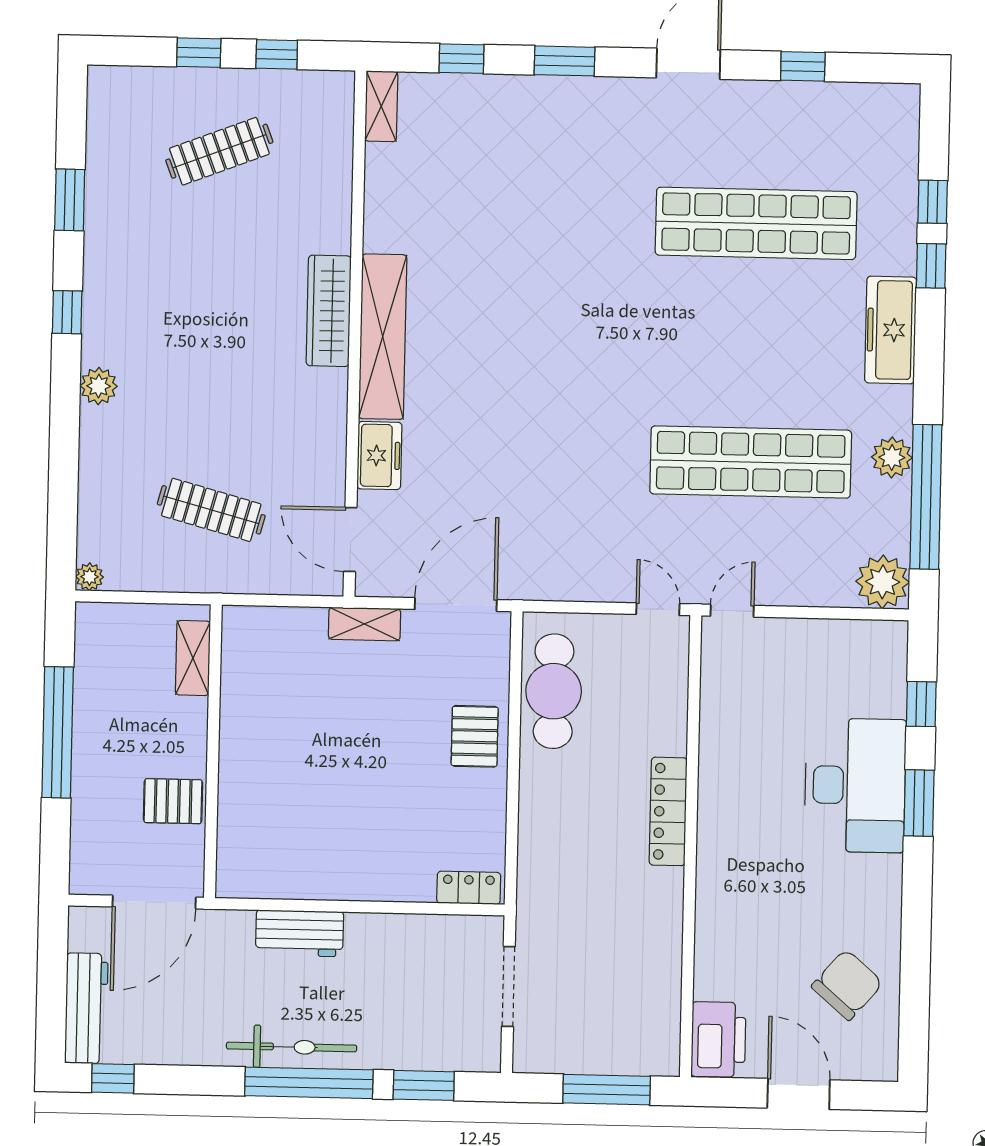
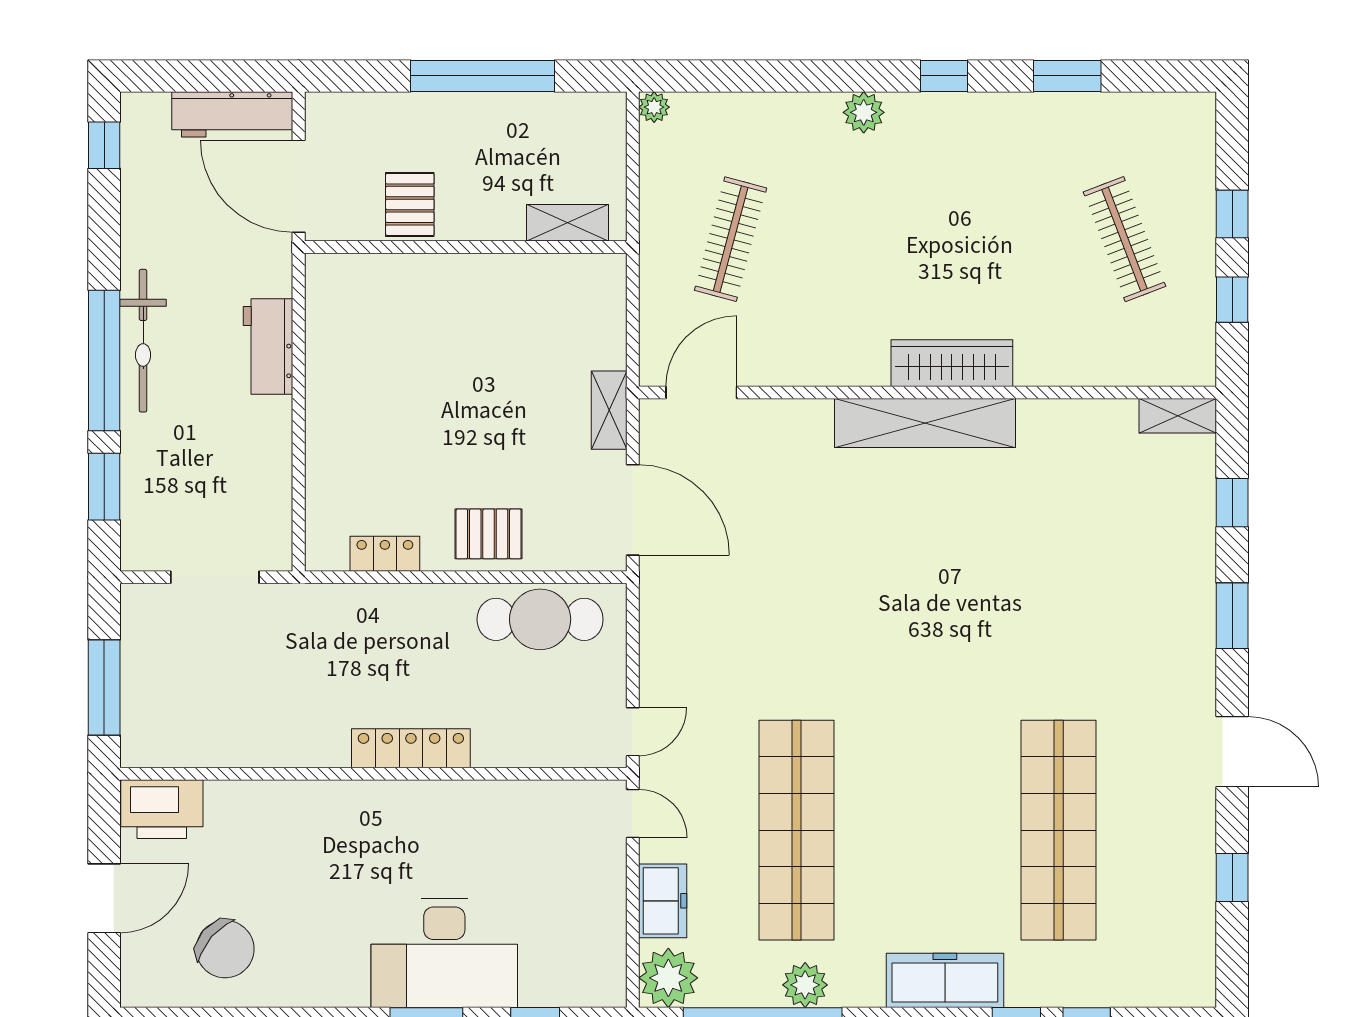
freezer: (379, 456) -> (663, 901), moved, turned -90
locker: (469, 888) -> (385, 554), moved, turned -90
workbench: (86, 1008) -> (232, 114), moved

